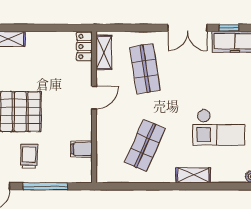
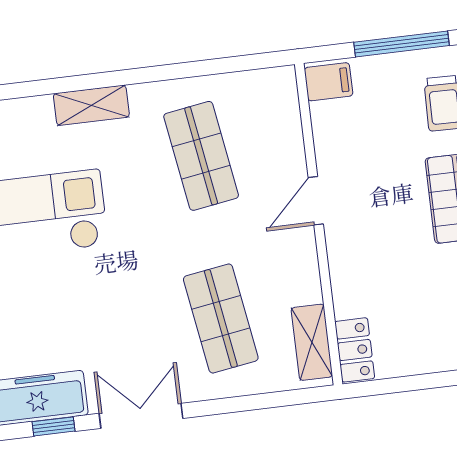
door: (94, 97) -> (316, 201), moved
shop shelf: (145, 145) -> (201, 156), turned -33
filing cabinet: (81, 149) -> (329, 82), moved

